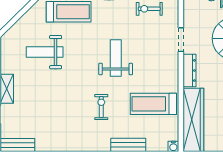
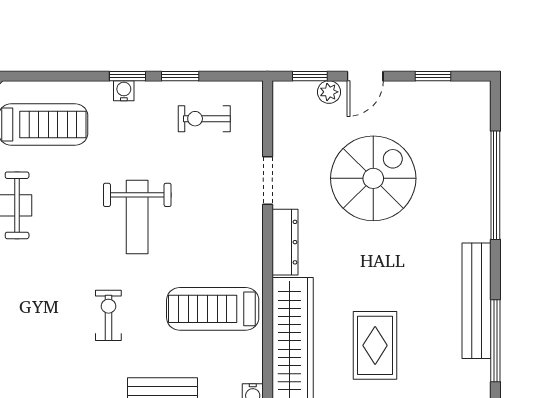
weight bench: (116, 58) -> (137, 217), turned 180

